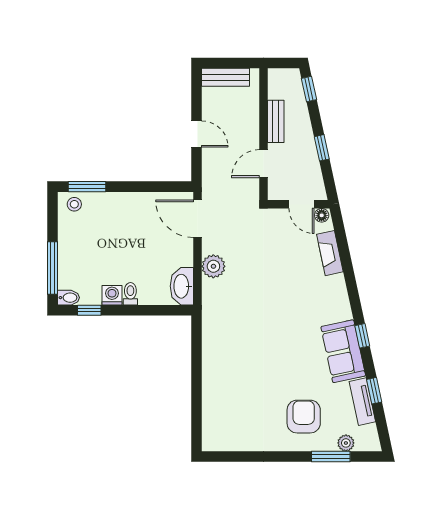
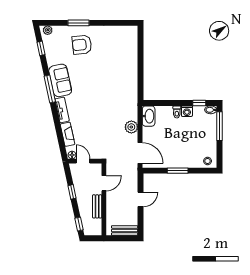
door: (197, 134) -> (141, 199), swing flipped
window: (87, 187) -> (178, 171), moved
window: (362, 336) -> (50, 89), width x2.17
window: (374, 391) -> (41, 48), moved
tv unit: (362, 402) -> (62, 110), moved
armchair: (304, 417) -> (82, 45), turned 84
plant: (346, 443) -> (48, 30), moved
window: (331, 456) -> (78, 23), moved

